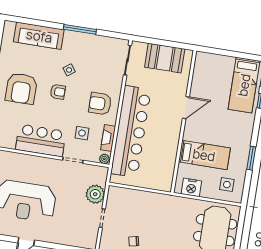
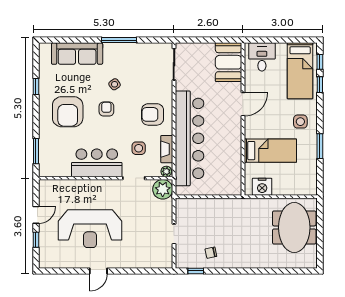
booth: (165, 58) -> (229, 62), moved, turned 90
desk: (211, 66) -> (262, 57), added
armchair: (58, 92) -> (106, 109), turned -90
side table: (227, 185) -> (300, 122), moved
plant: (95, 194) -> (163, 189), moved

